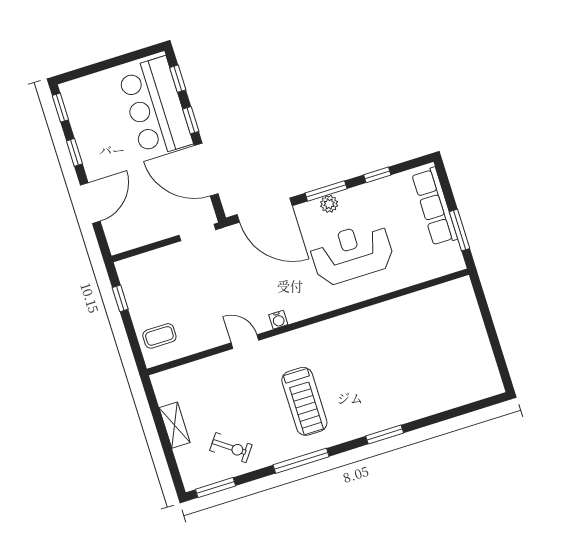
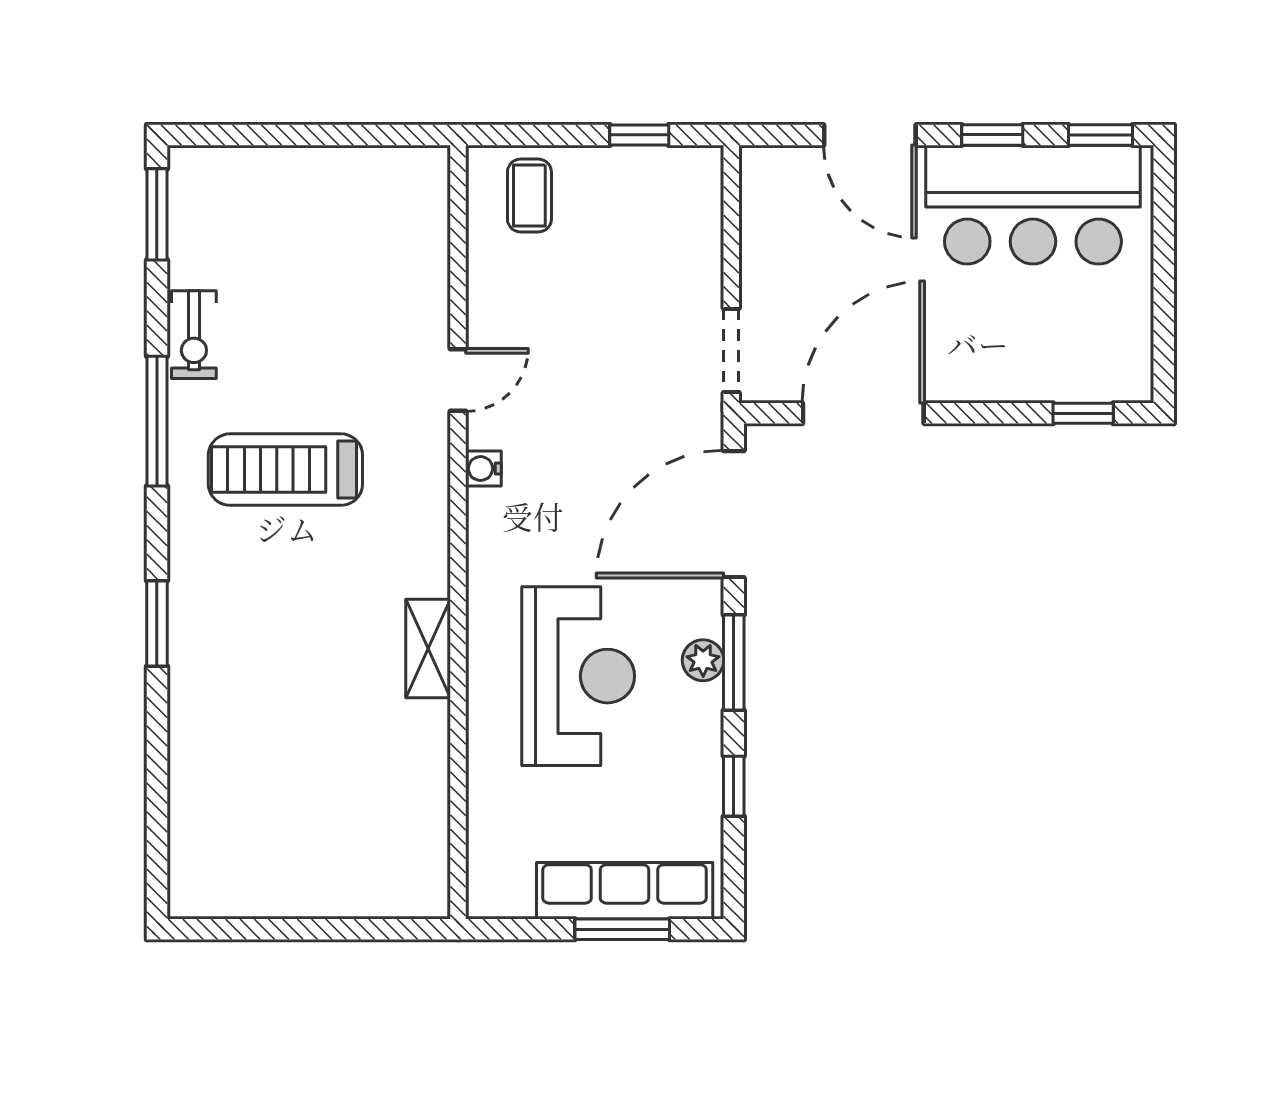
bar counter: (155, 107) -> (1033, 205), moved, turned 180
window: (191, 120) -> (983, 413), removed
window: (460, 230) -> (622, 929), moved
shelving: (175, 425) -> (428, 648), moved, turned 90
exercise bike: (231, 448) -> (194, 335), moved, turned -36

